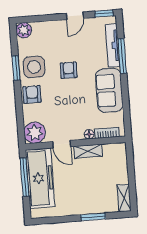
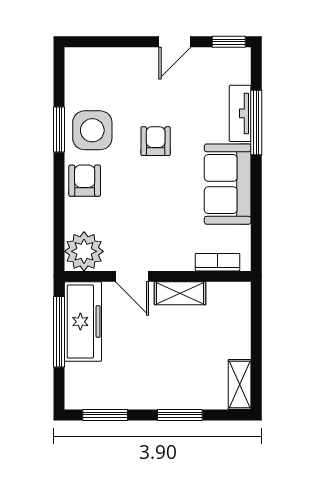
plant: (24, 30) -> (78, 61), removed
tv unit: (113, 46) -> (240, 113), width x0.71
floor lamp: (89, 134) -> (184, 262), removed
freezer: (40, 178) -> (83, 322), width x0.73, depth x0.79
window: (53, 220) -> (105, 415), added

